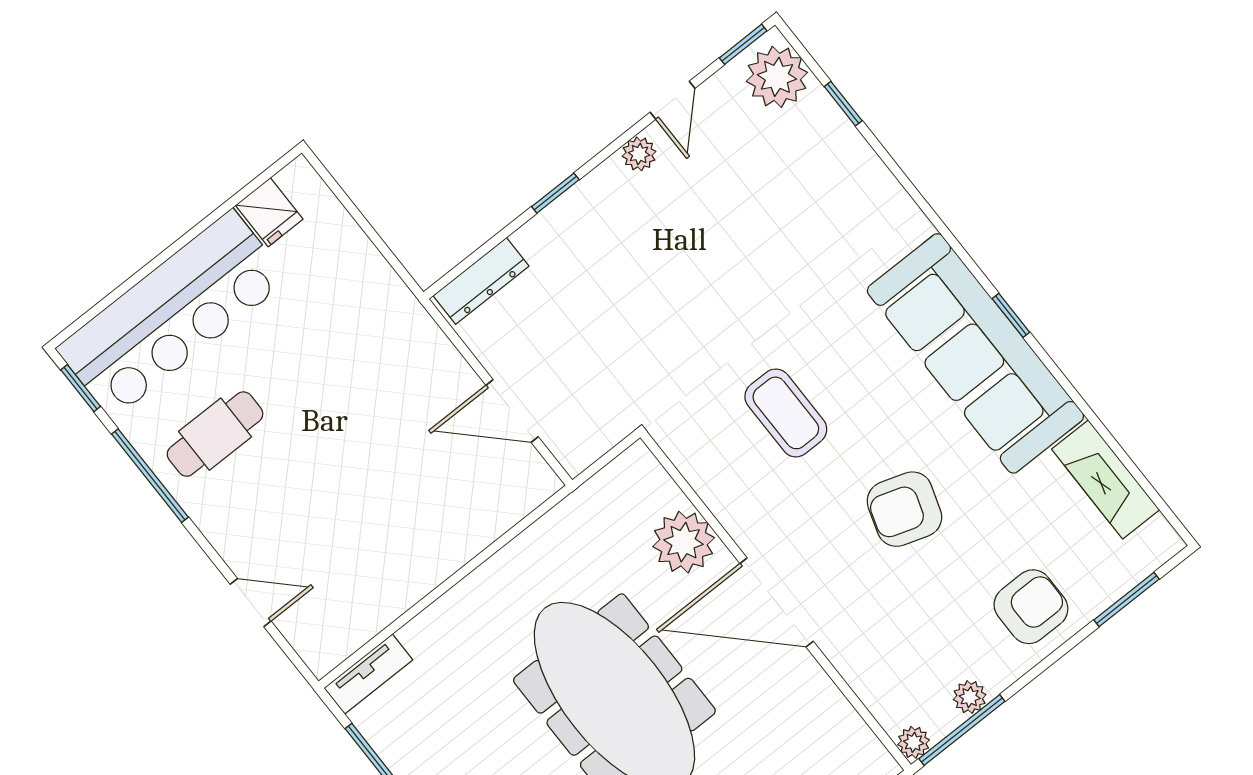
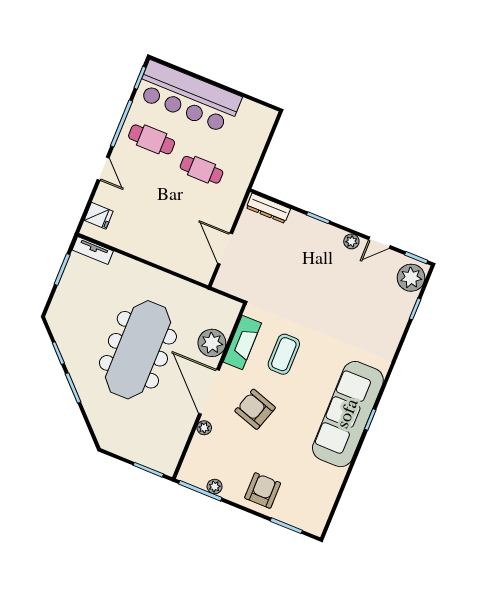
fridge: (269, 212) -> (99, 216), moved, turned -90
cafe table: (330, 369) -> (202, 170), added
fireplace: (1106, 480) -> (242, 342), moved, turned 180
armchair: (904, 509) -> (255, 409), moved
door: (251, 603) -> (103, 169), moved
armchair: (1031, 607) -> (263, 490), turned -90
plant: (914, 742) -> (204, 428), moved

